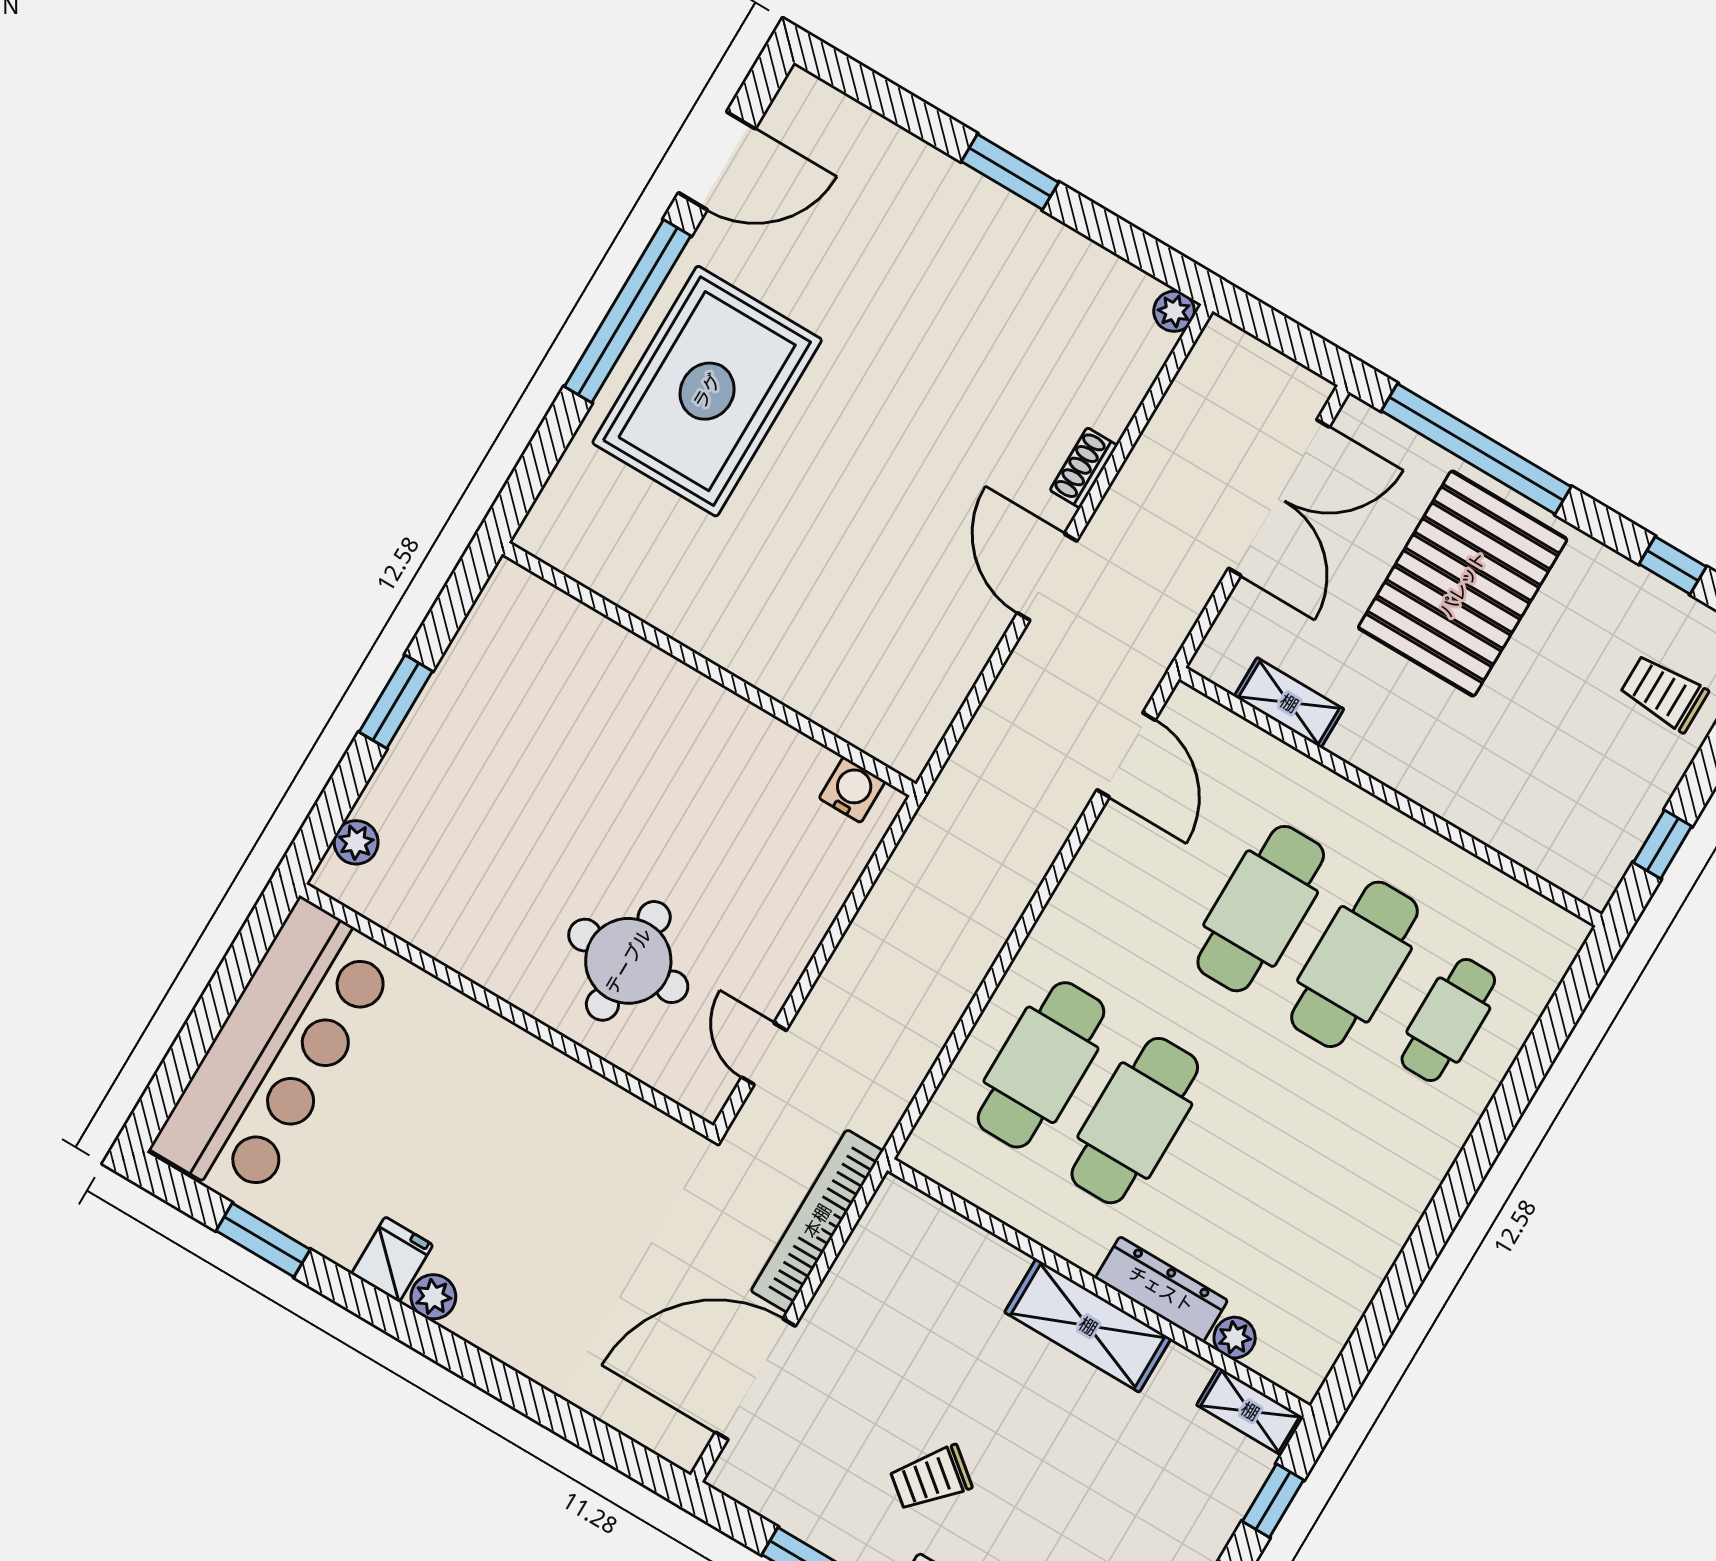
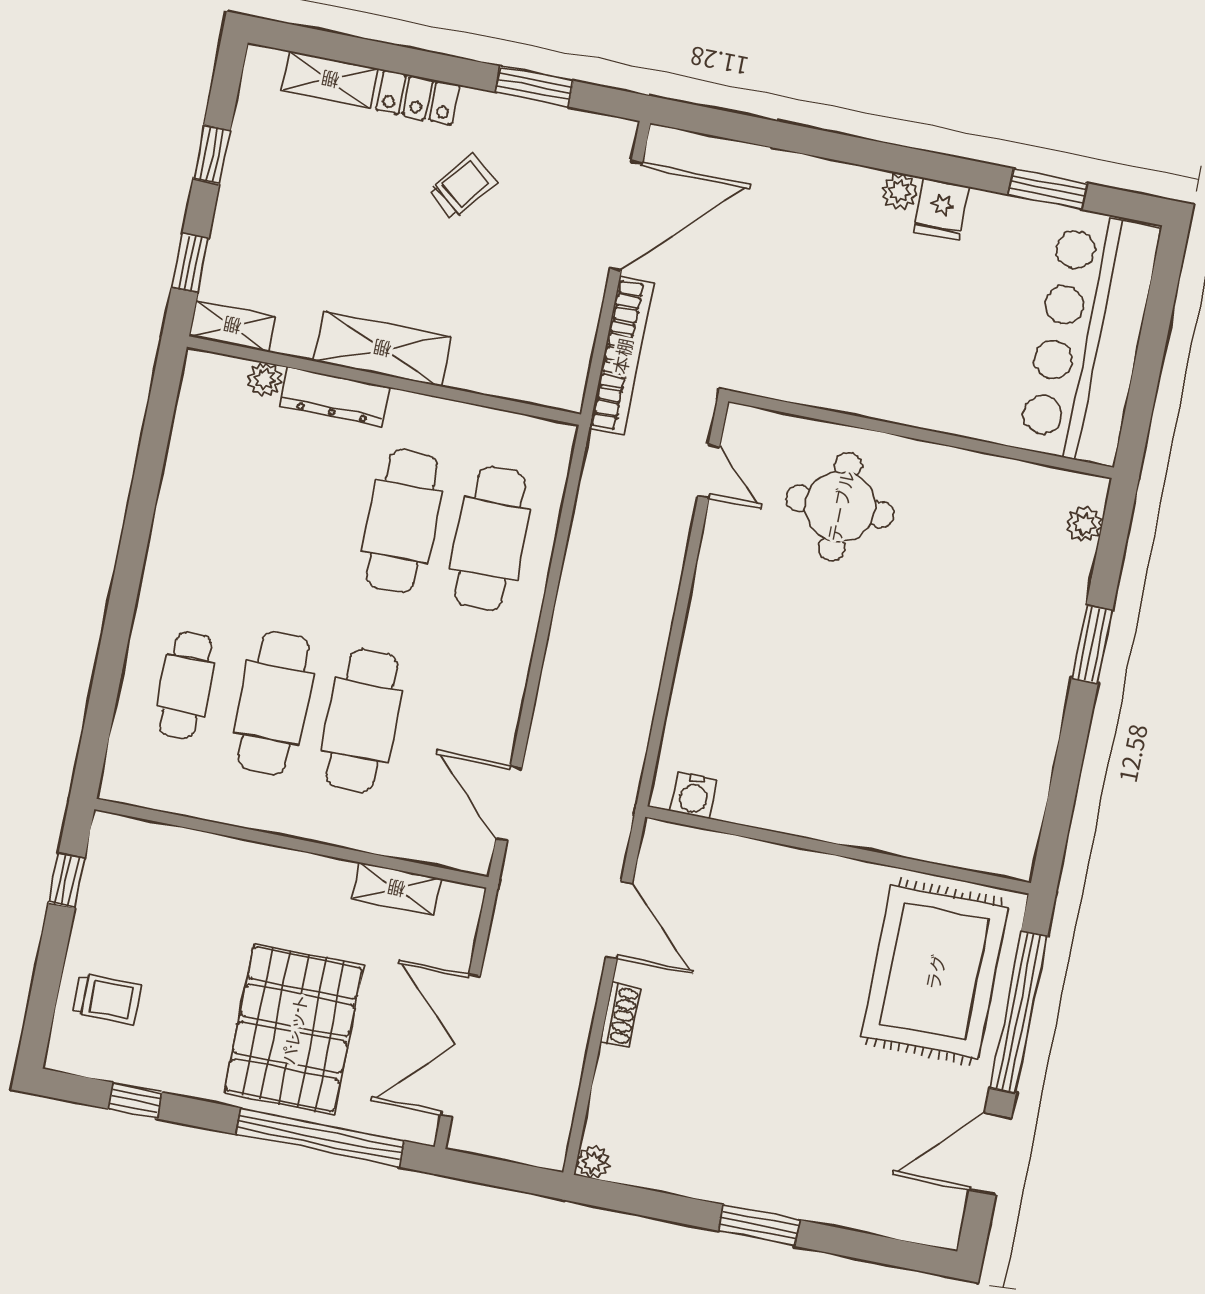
wall: (709, 669) -> (838, 850), moved
water cooler: (852, 790) -> (694, 795), moved

